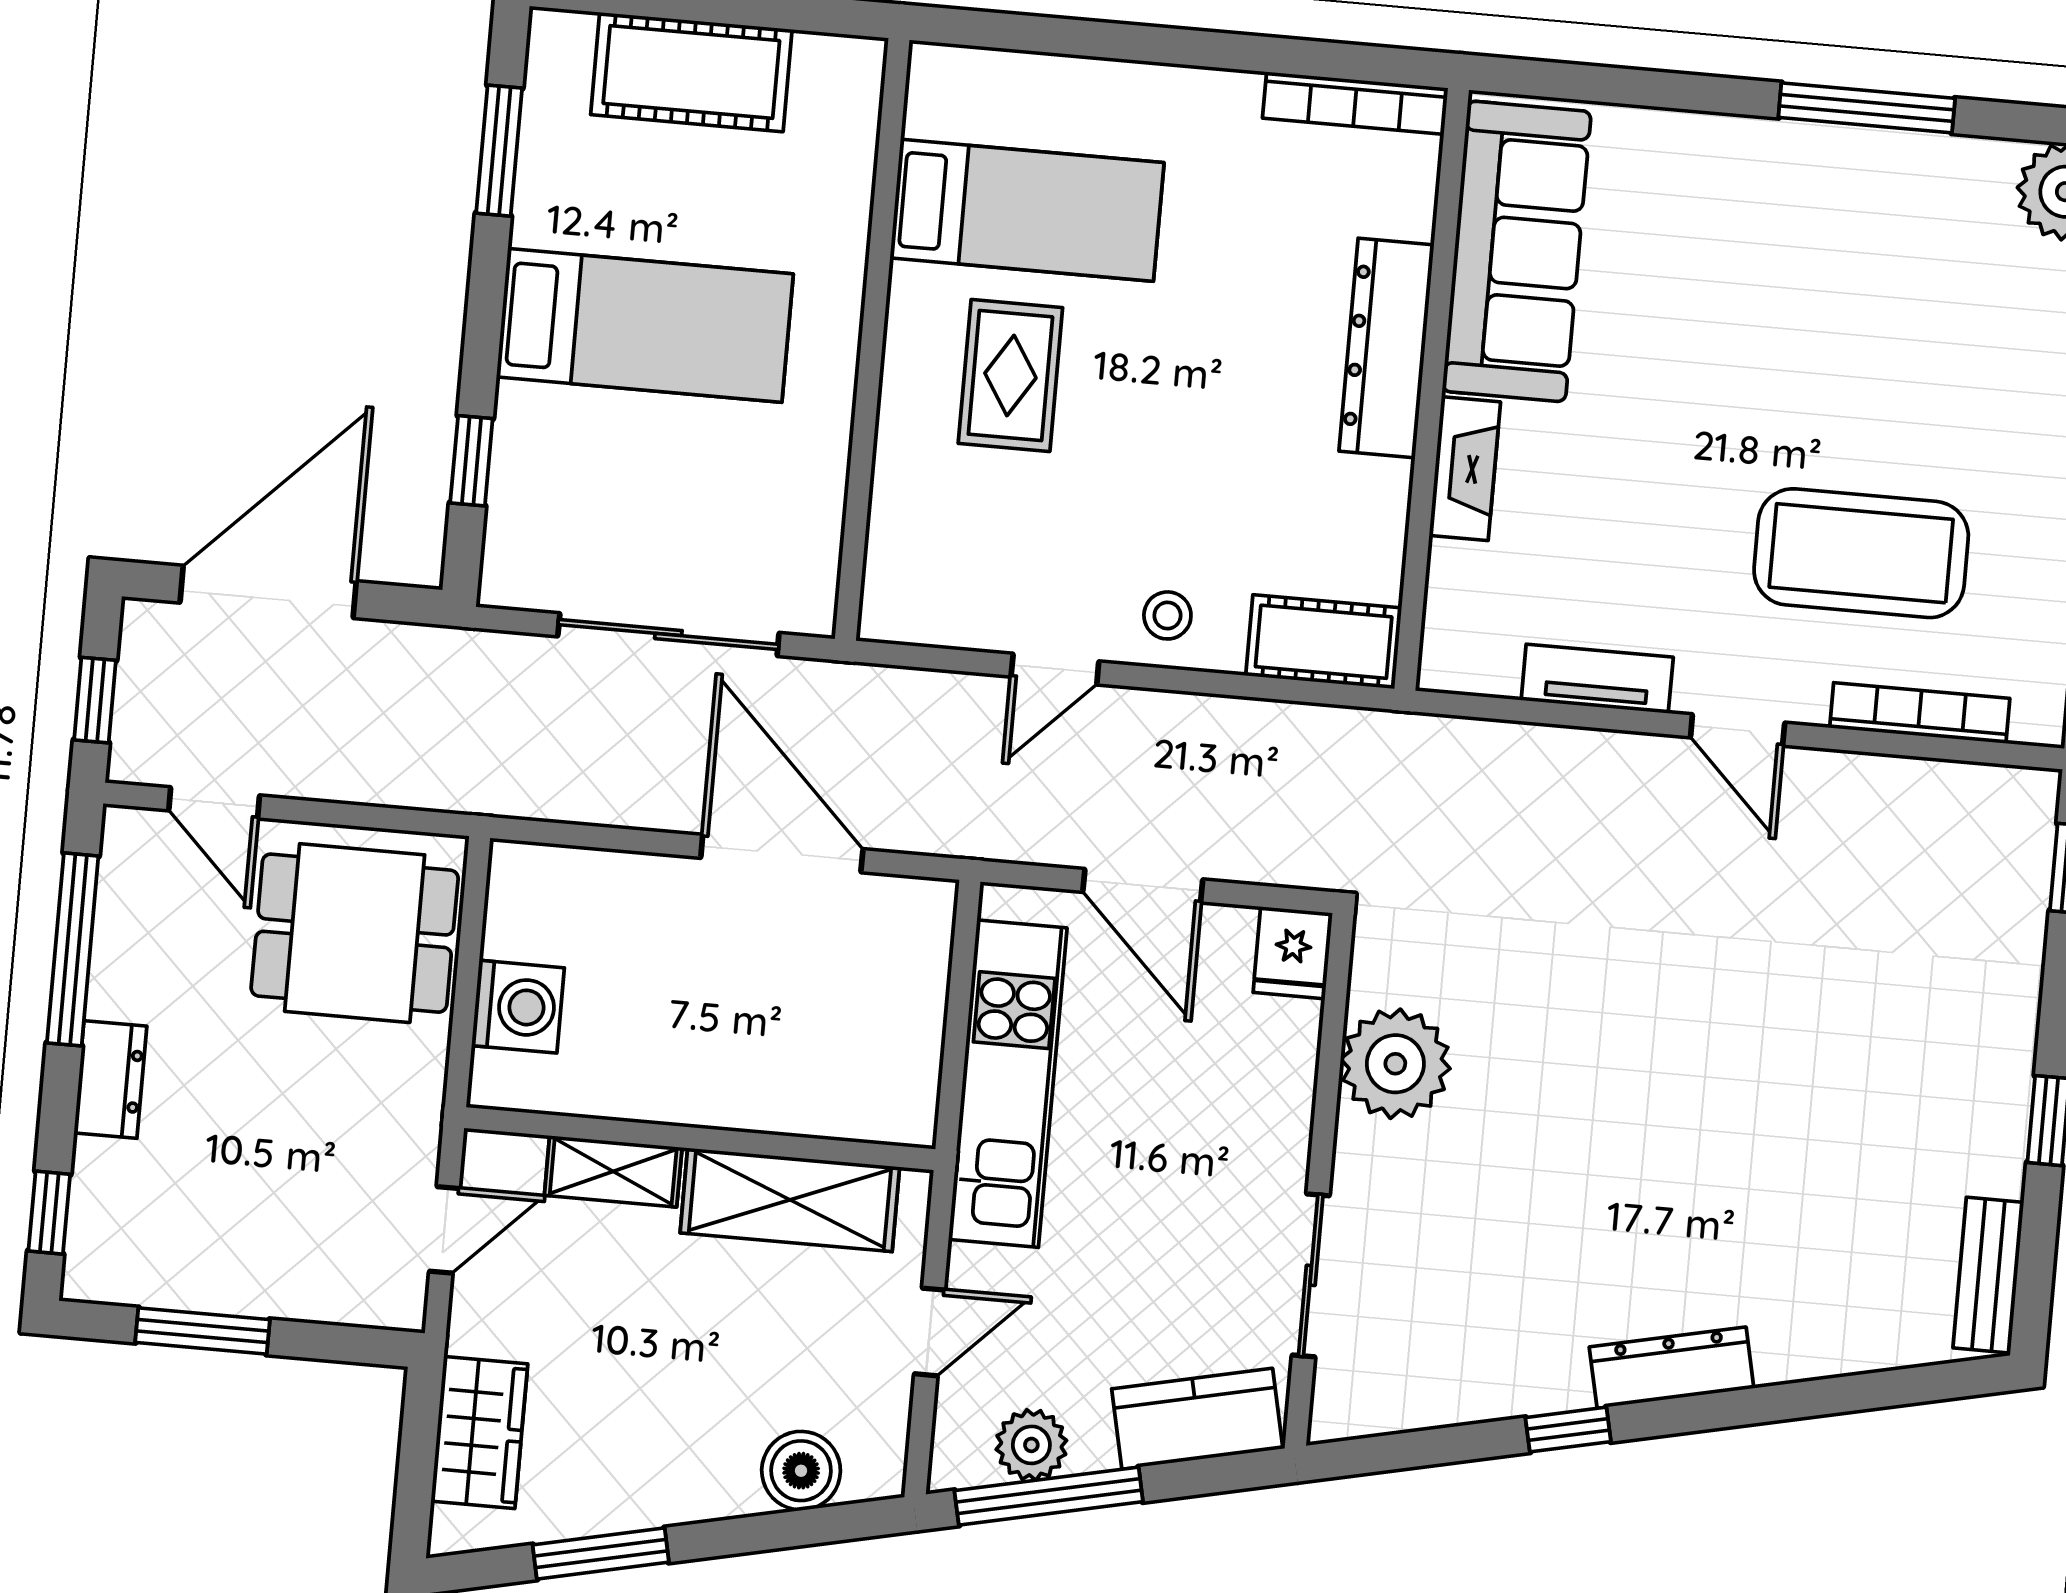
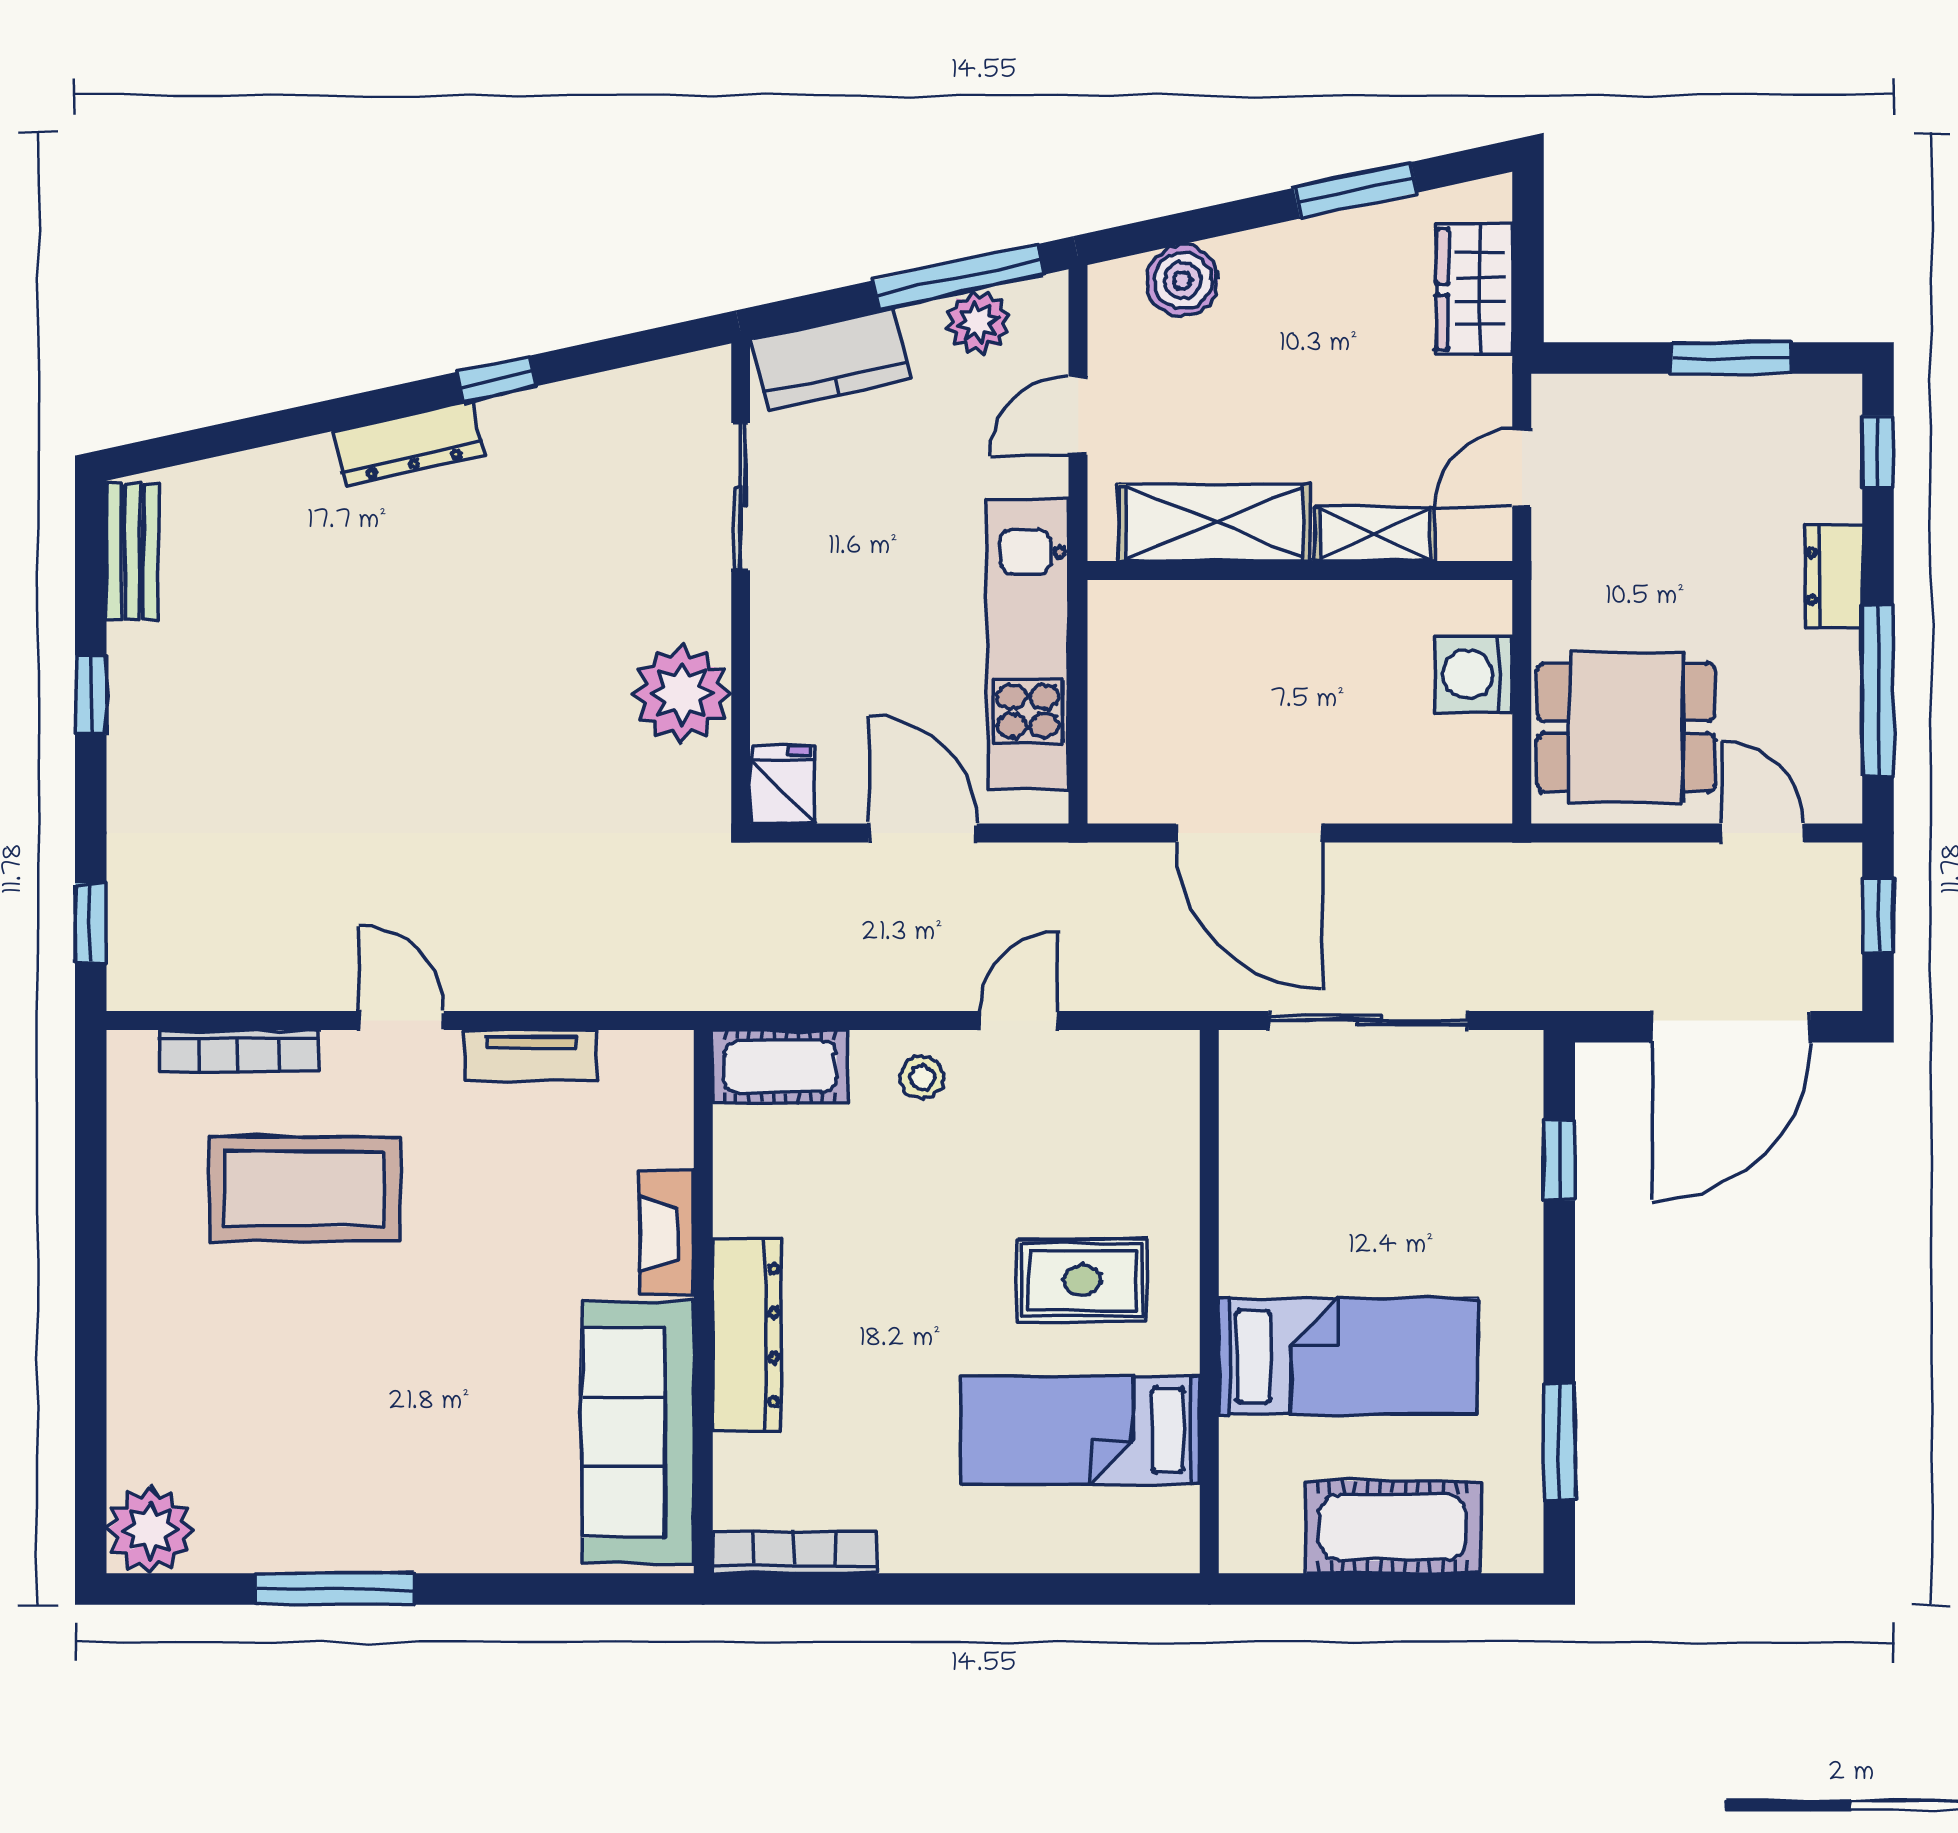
bed: (645, 325) -> (1348, 1356), moved, turned 180
rug: (1010, 376) -> (1082, 1280), turned 90

